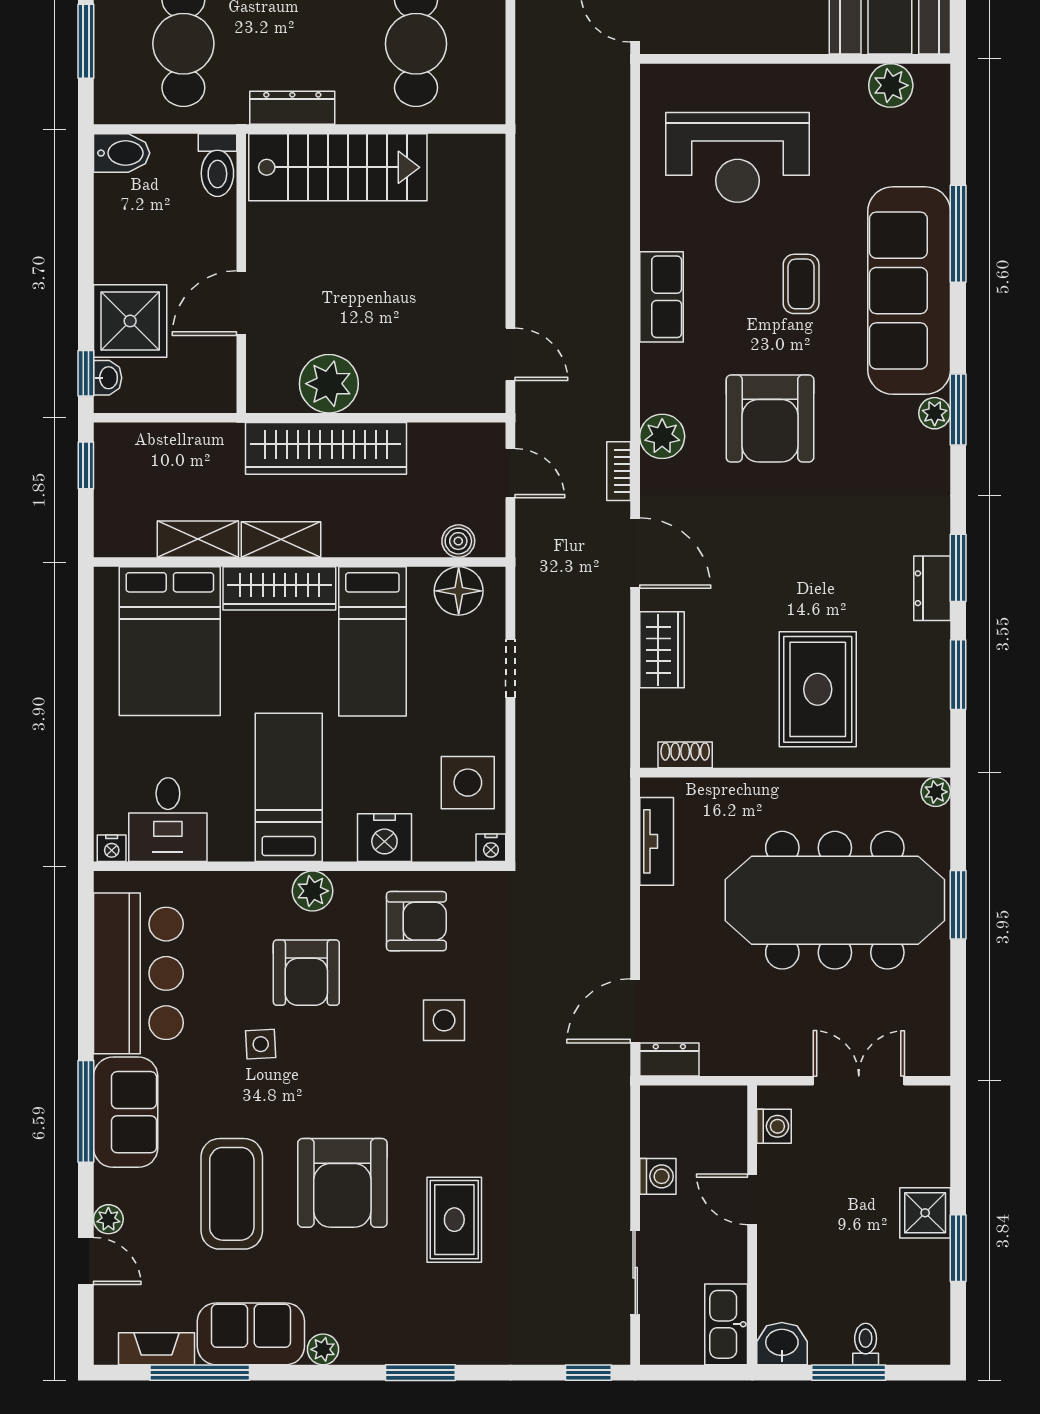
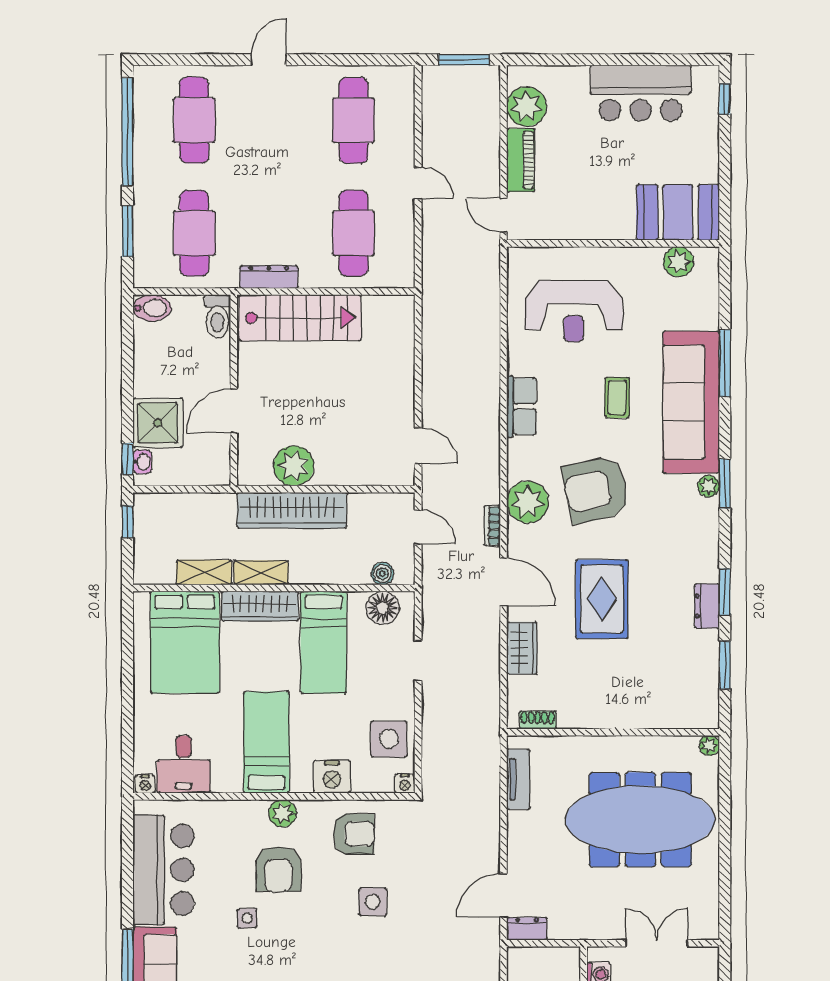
armchair: (770, 419) -> (596, 490), turned 78
plant: (662, 436) -> (528, 502), width x1.36, depth x1.36
rug: (818, 689) -> (602, 599), moved
window: (958, 905) -> (725, 823), removed

